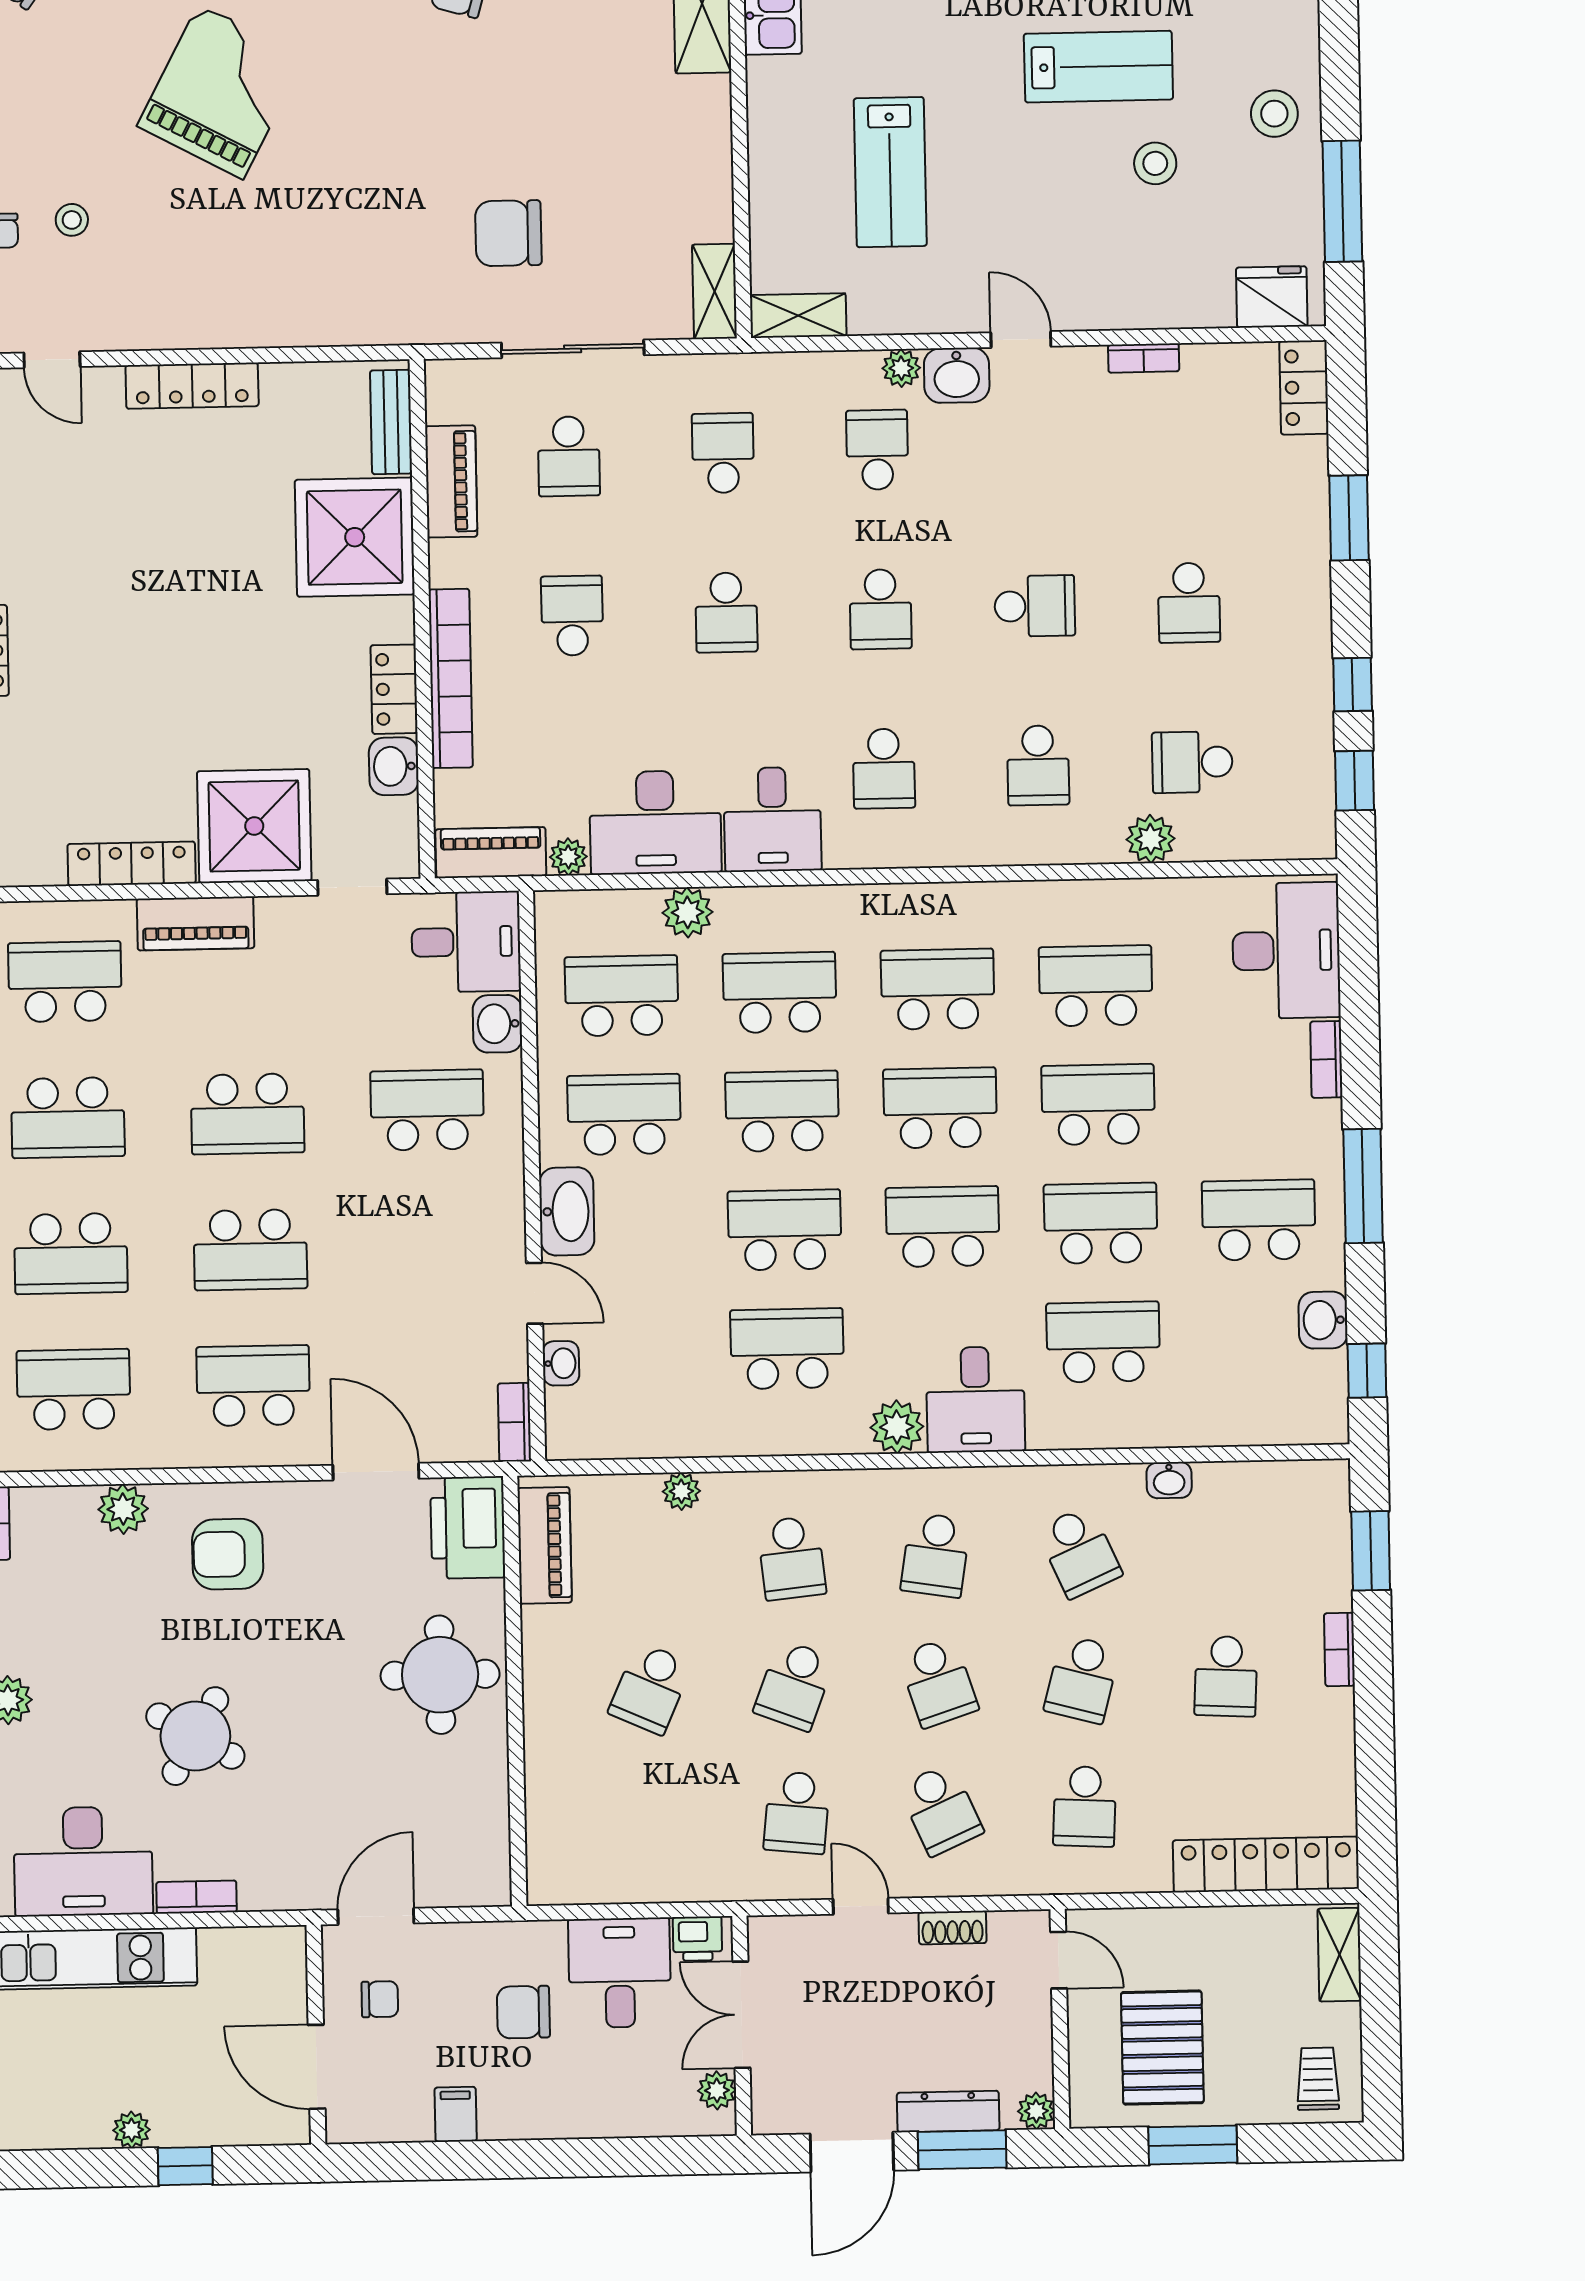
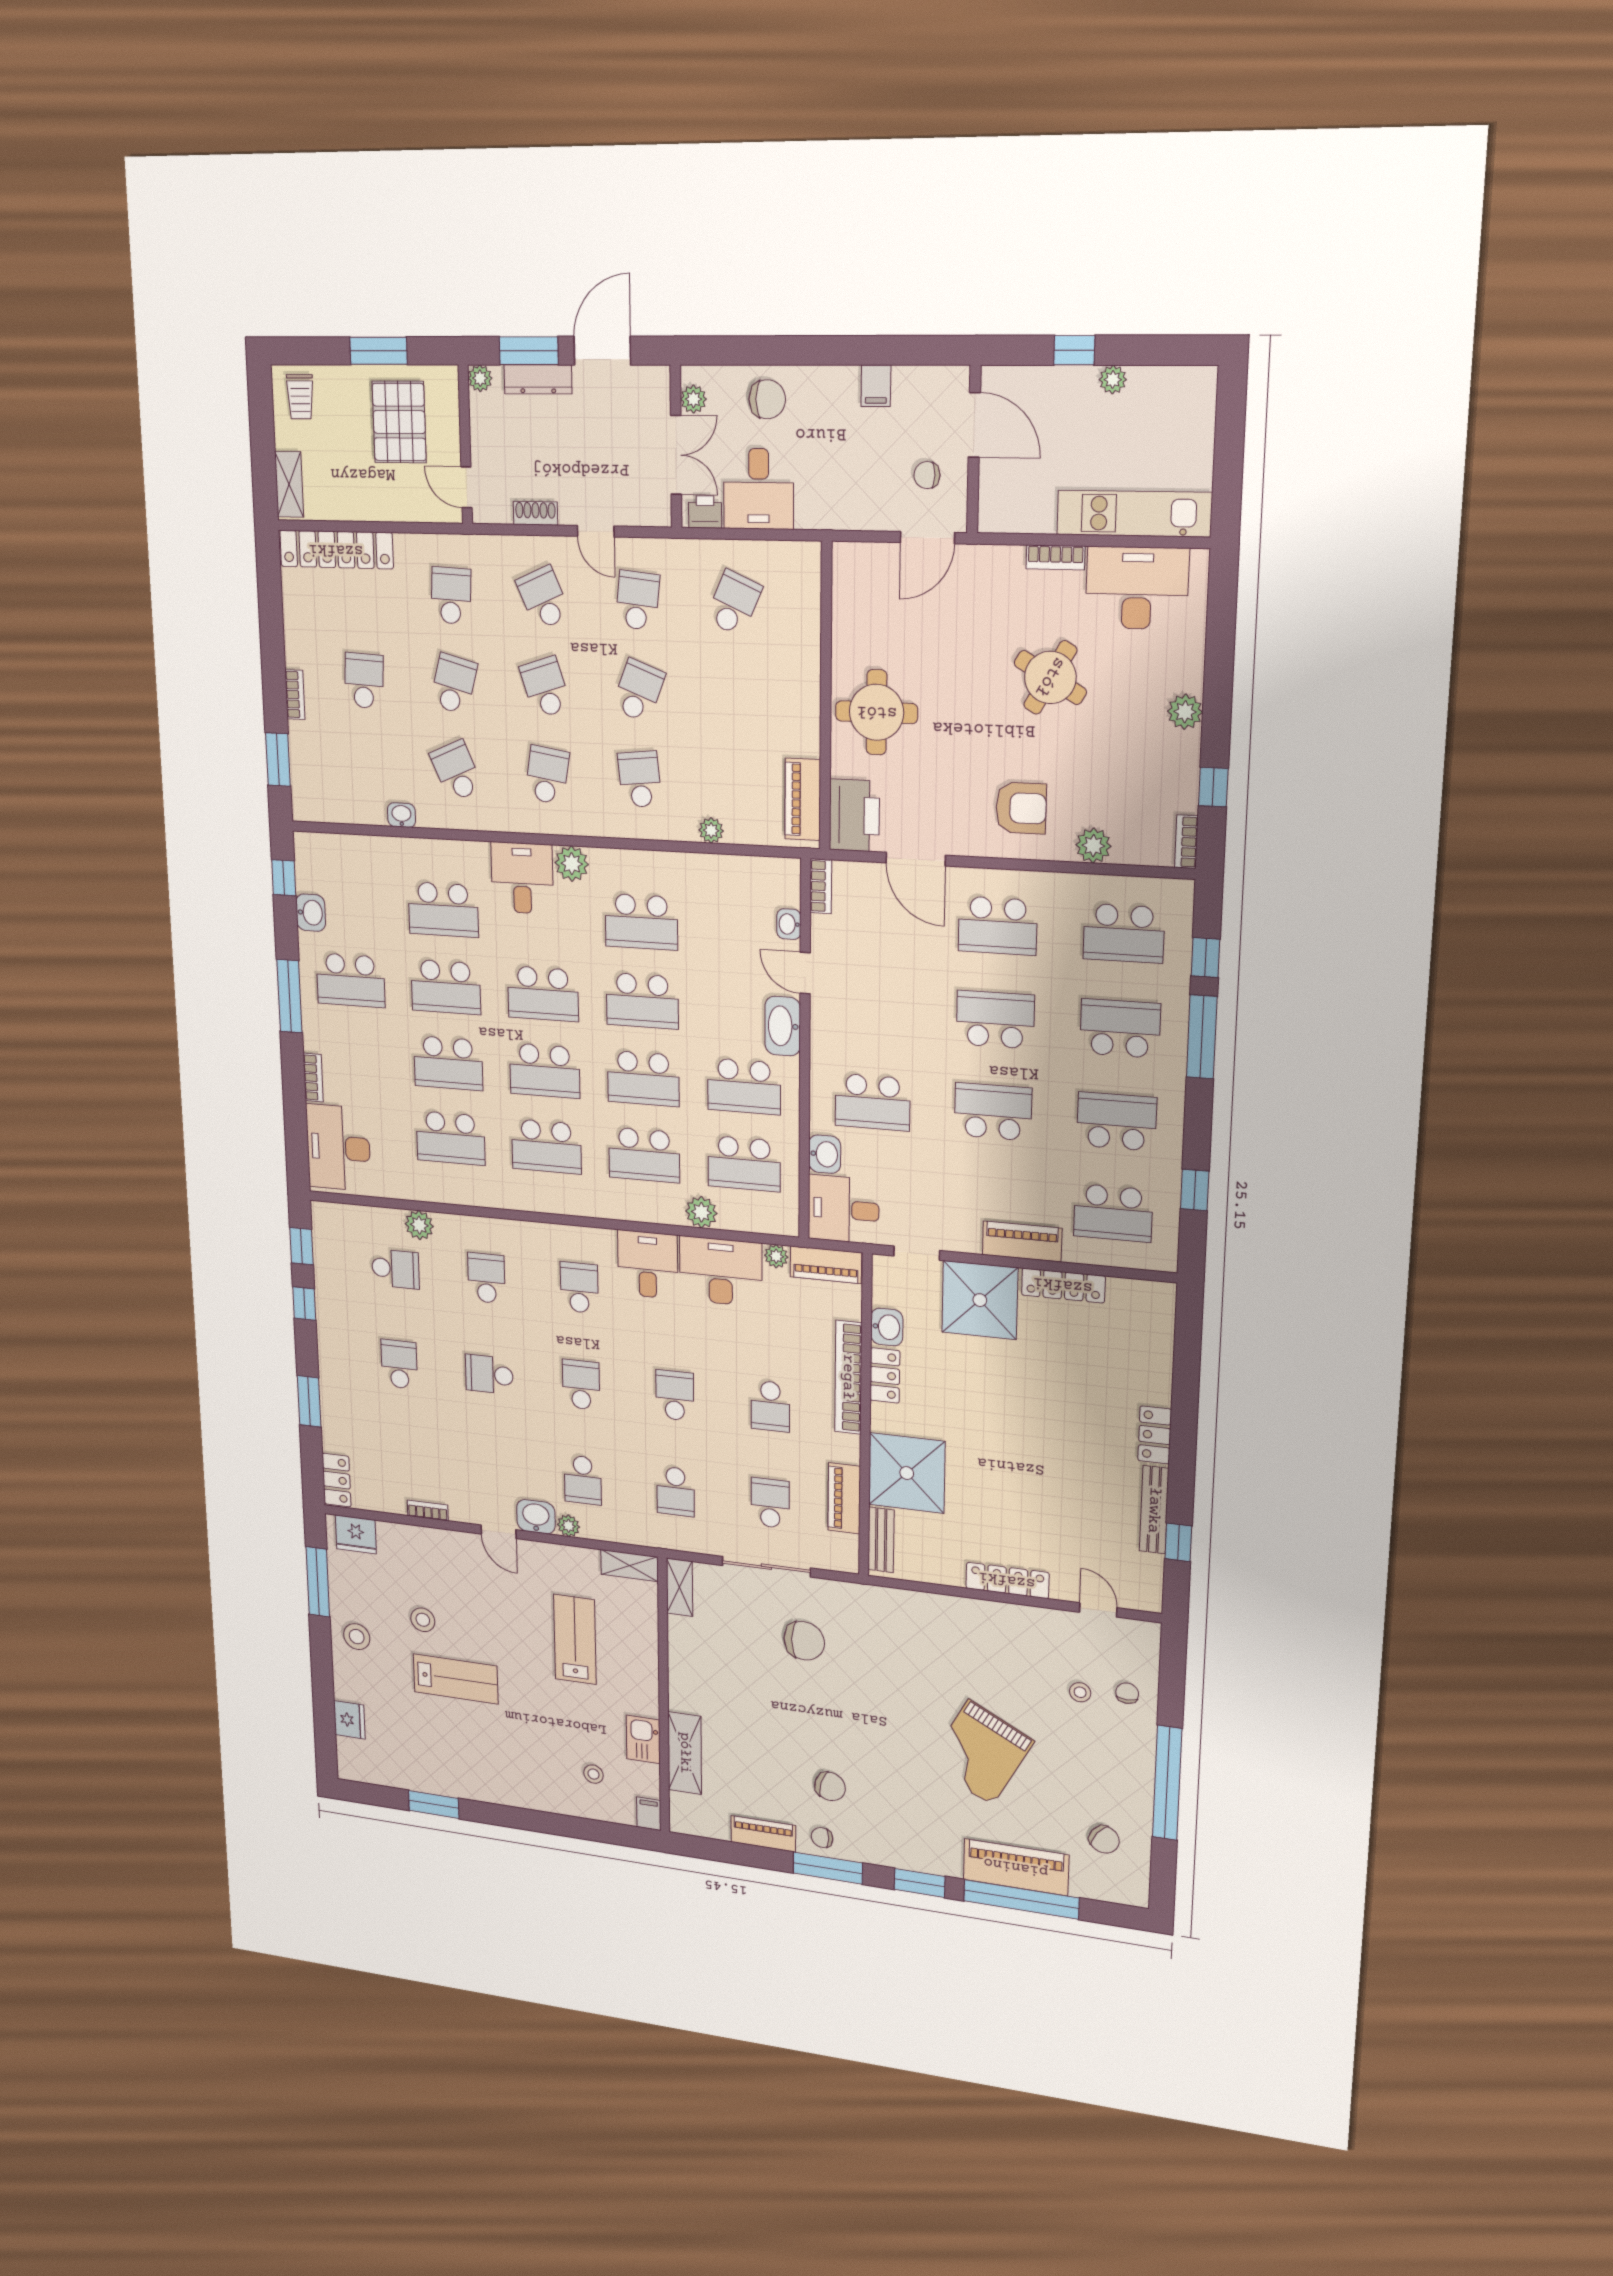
lab bench: (1098, 67) -> (456, 1679), turned 180
school desk: (650, 1688) -> (734, 603), moved
chair: (523, 2012) -> (767, 399), moved

